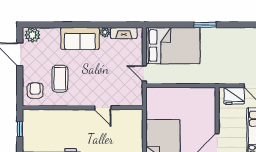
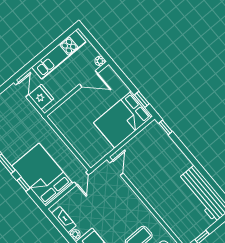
window: (178, 25) -> (24, 184), added
door: (103, 108) -> (116, 168), moved

